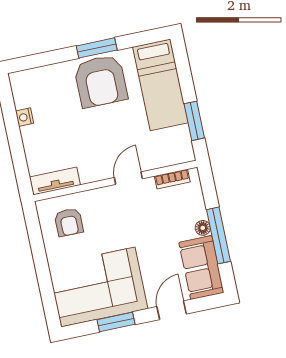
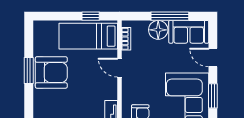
bed: (160, 85) -> (88, 36), moved, turned 180
window: (194, 121) -> (91, 16), width x0.67
floor lamp: (203, 228) -> (158, 30), width x1.89, depth x1.89

